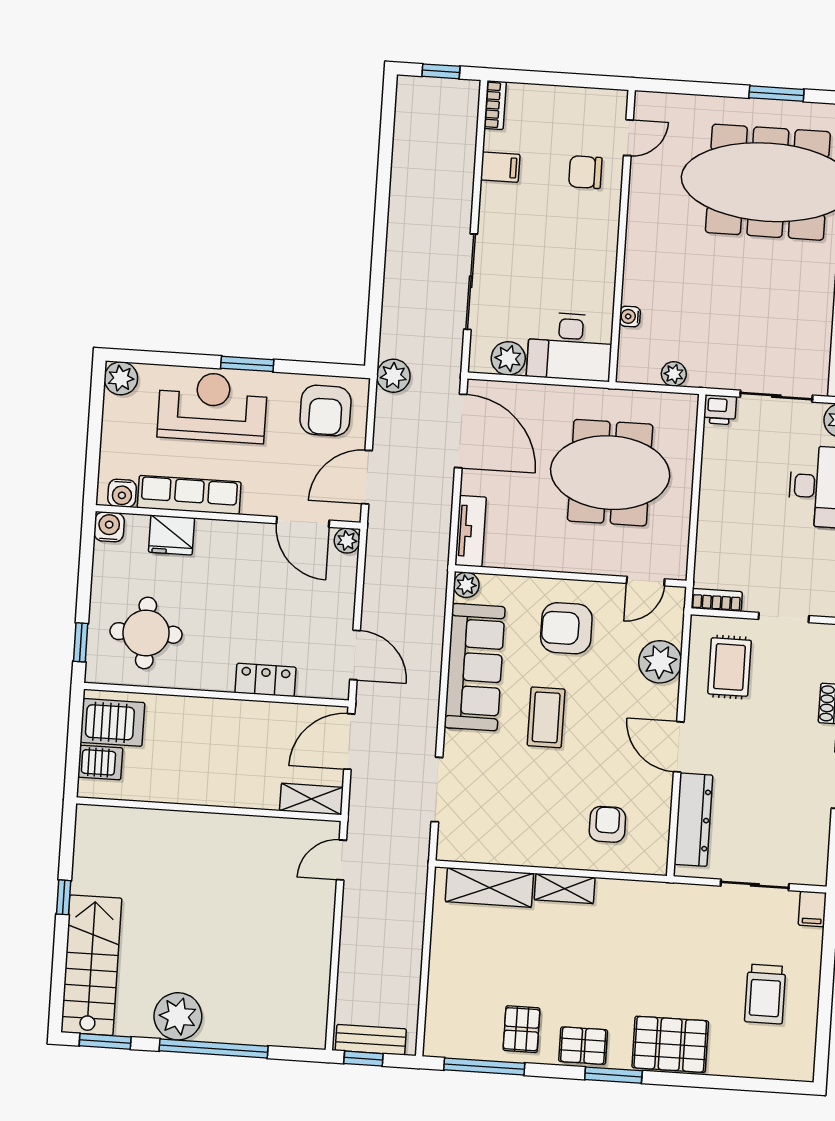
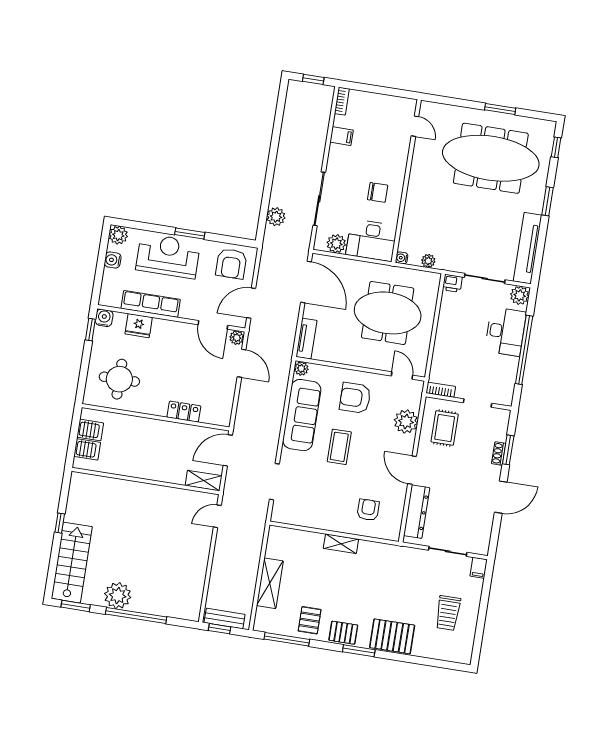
door: (628, 138) -> (415, 126), hinge flipped
chair: (585, 172) -> (378, 192), moved, turned 180
water cooler: (630, 316) -> (402, 258), moved
plant: (393, 376) -> (276, 217), moved
water cooler: (122, 493) -> (113, 260), moved, turned 90
door: (646, 581) -> (402, 376), swing flipped
window: (81, 642) -> (90, 330), moved
door: (355, 655) -> (242, 363), moved
server rack: (112, 722) -> (90, 430), width x0.73, depth x0.70
shelving: (489, 887) -> (270, 583), moved, turned 90

